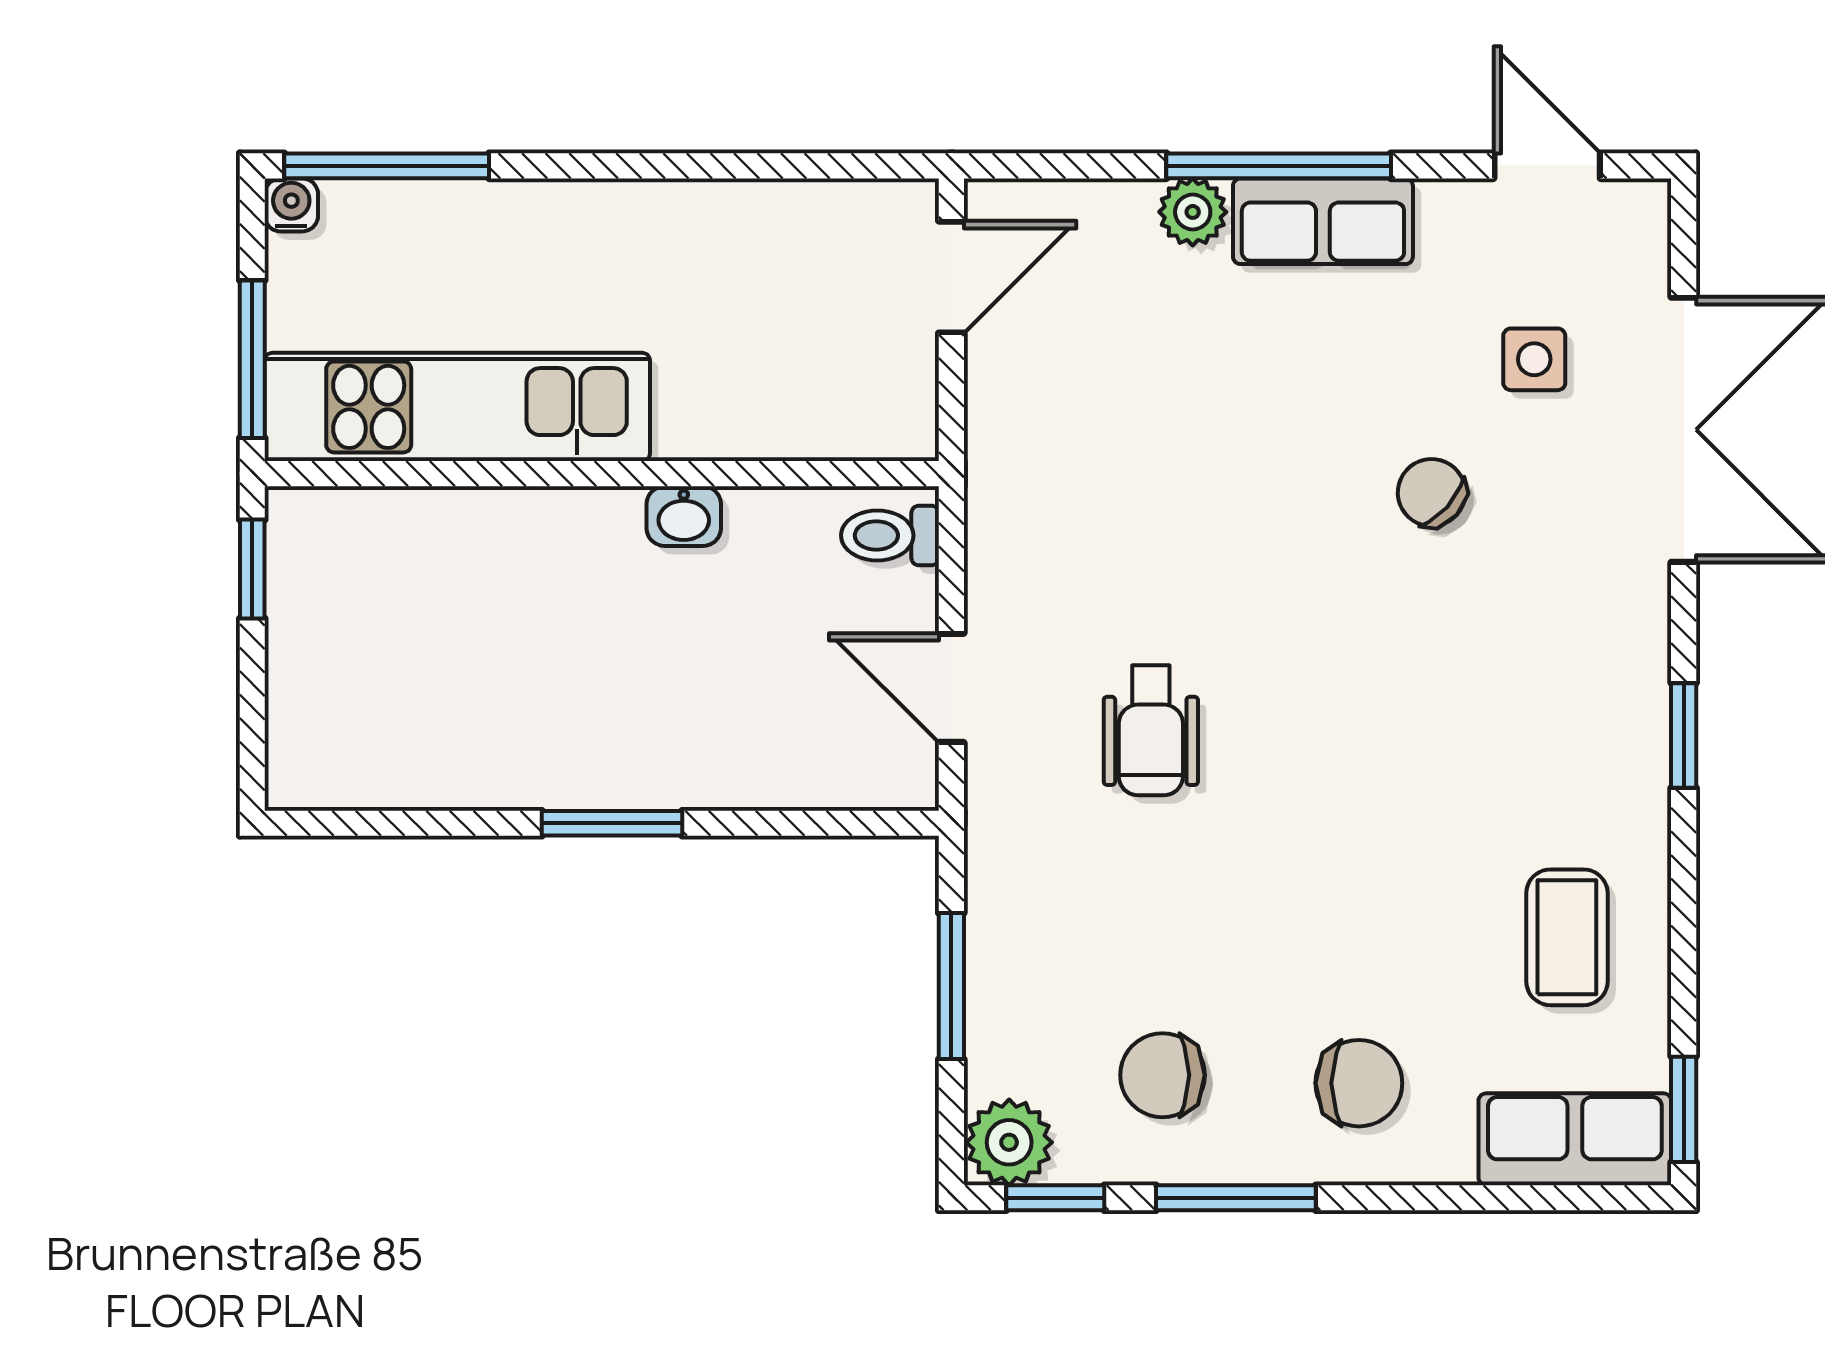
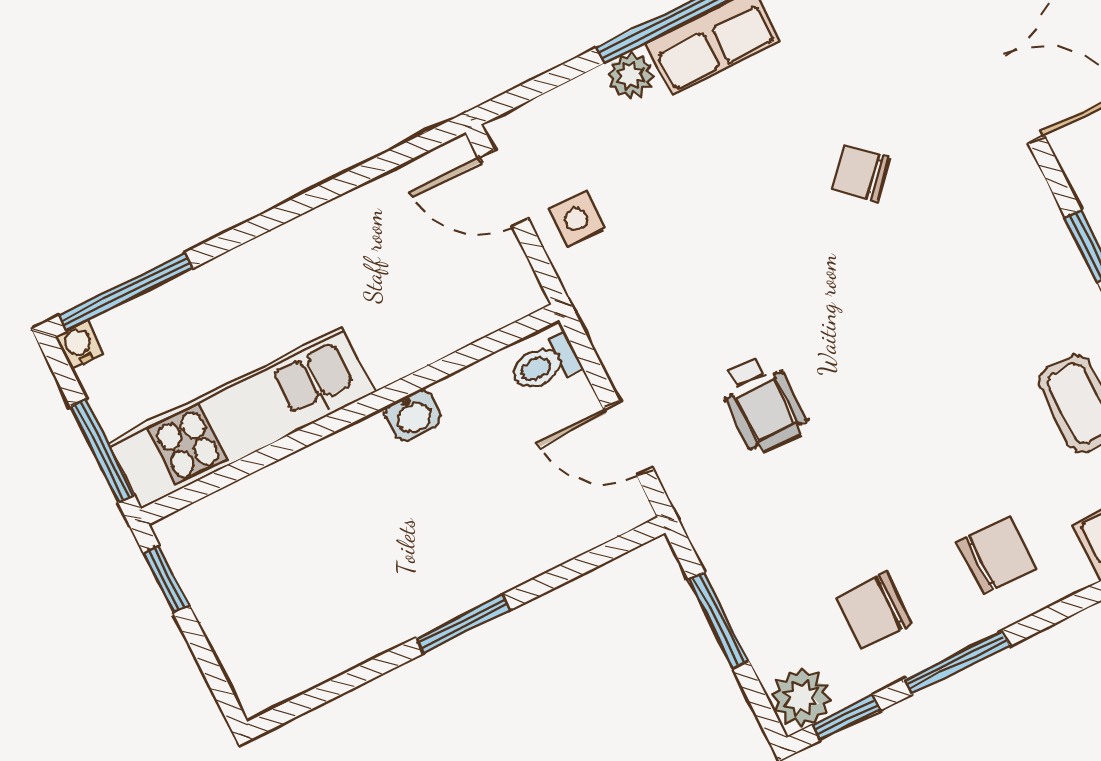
door: (951, 277) -> (503, 188), swing flipped
side table: (1534, 359) -> (577, 219), moved

